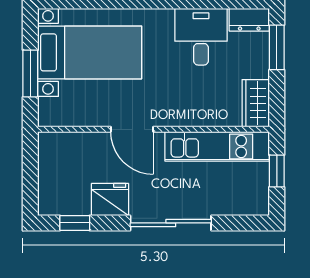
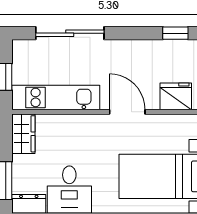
fridge: (110, 200) -> (176, 96), moved, turned 180
sliding door: (171, 223) -> (70, 33), moved

